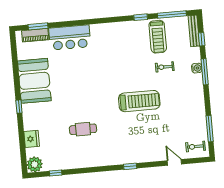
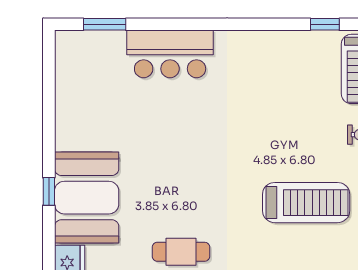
piano: (35, 35) -> (97, 43), removed
booth: (34, 81) -> (87, 198), moved

